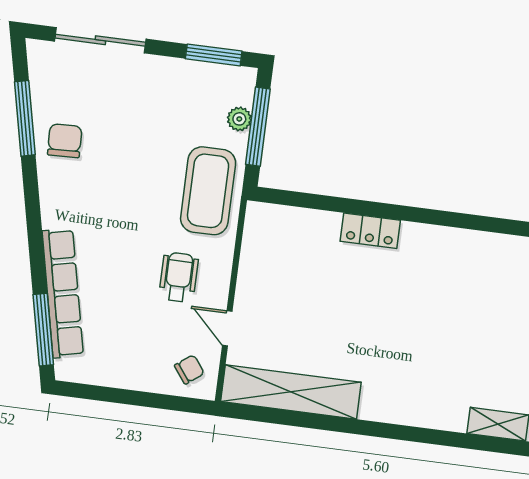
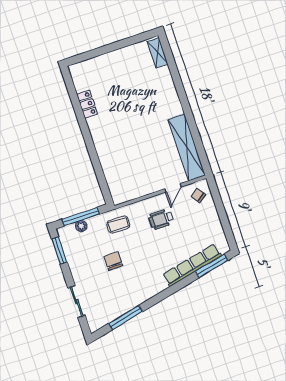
sliding door: (100, 40) -> (77, 302), width x0.73
chair: (65, 141) -> (113, 261), moved, turned 92
coffee table: (208, 191) -> (118, 225), width x0.54, depth x0.58
locker: (370, 231) -> (87, 104), moved

